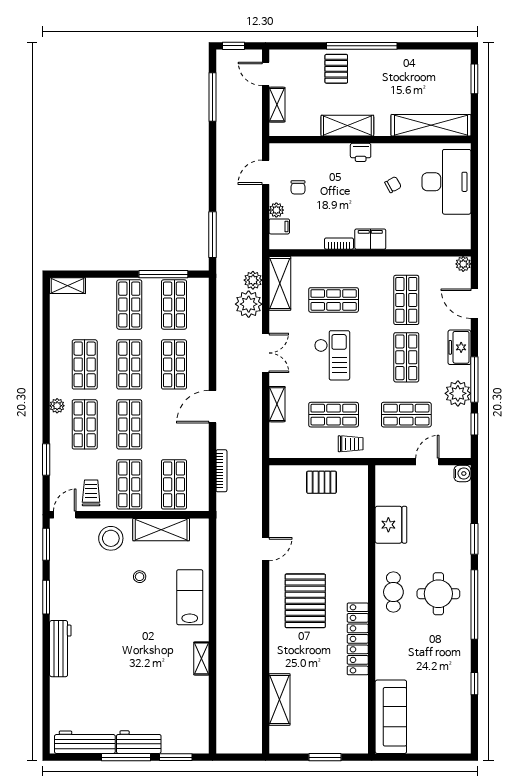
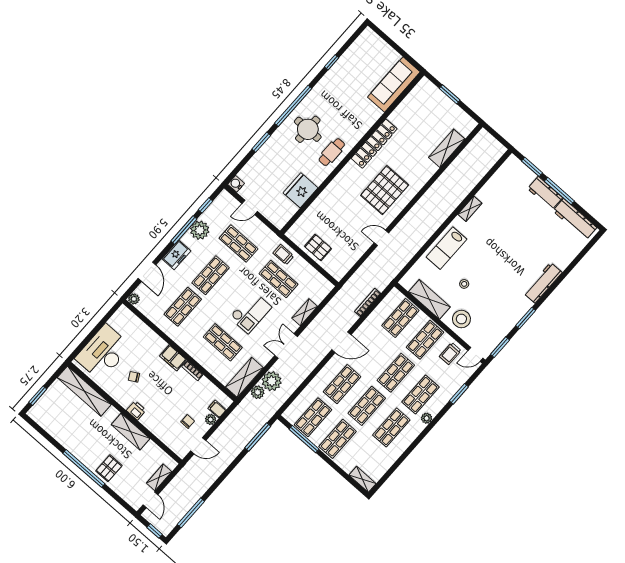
checkout: (332, 355) -> (251, 312), turned 180

